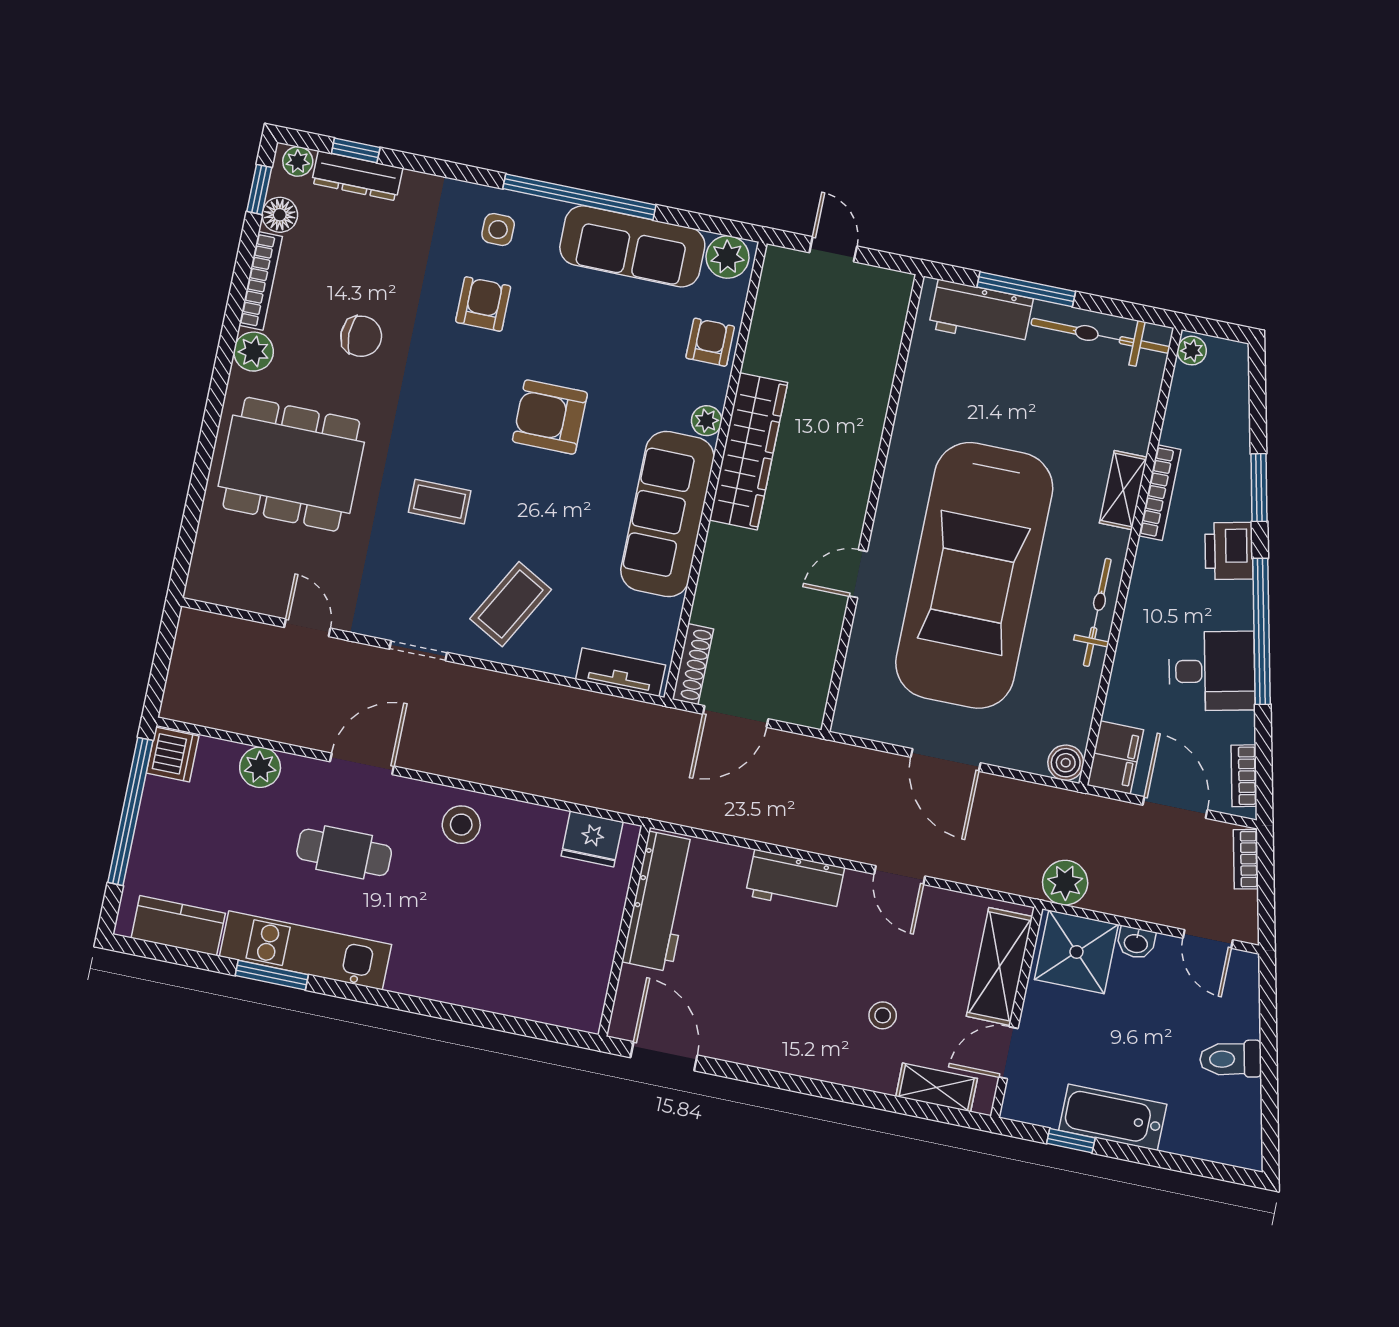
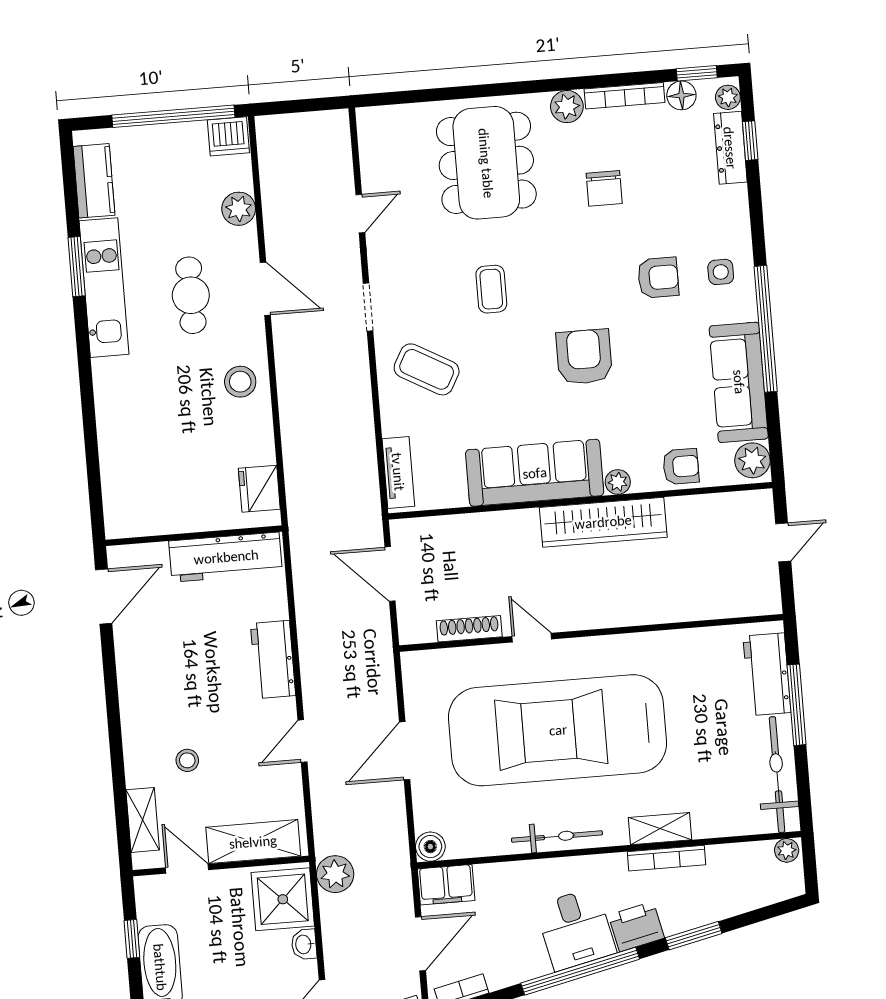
shoe rack: (693, 664) -> (469, 629), moved, turned 180
desk: (1212, 671) -> (576, 929), moved

